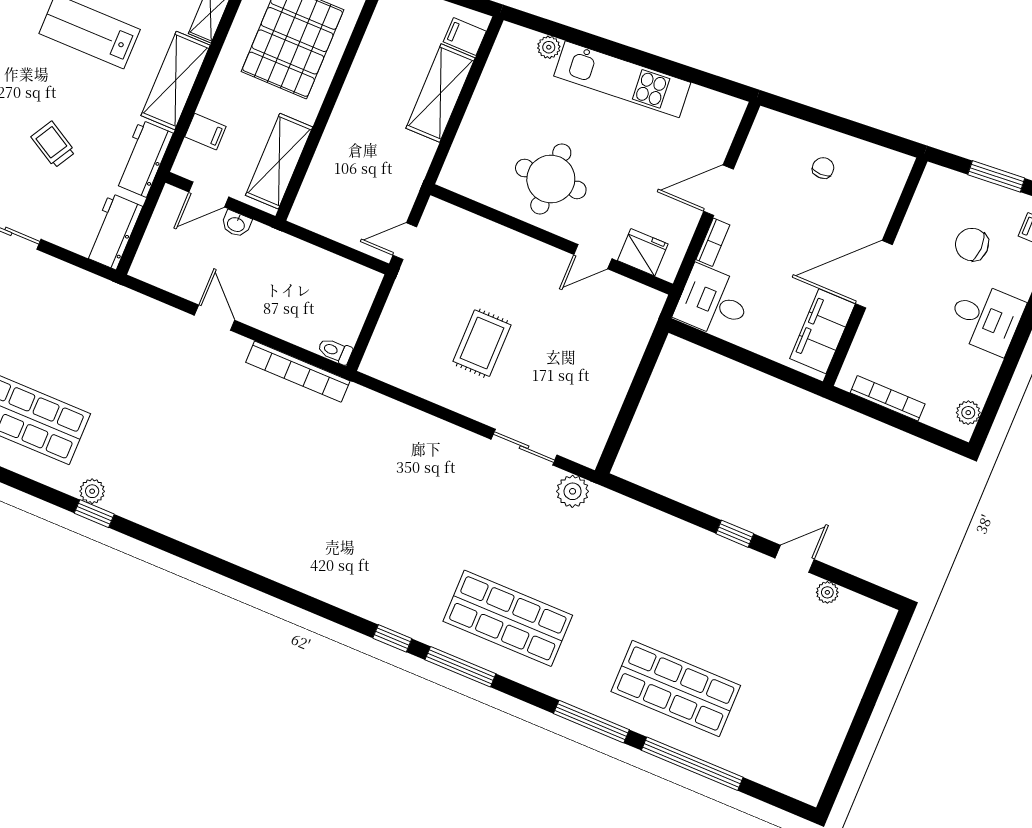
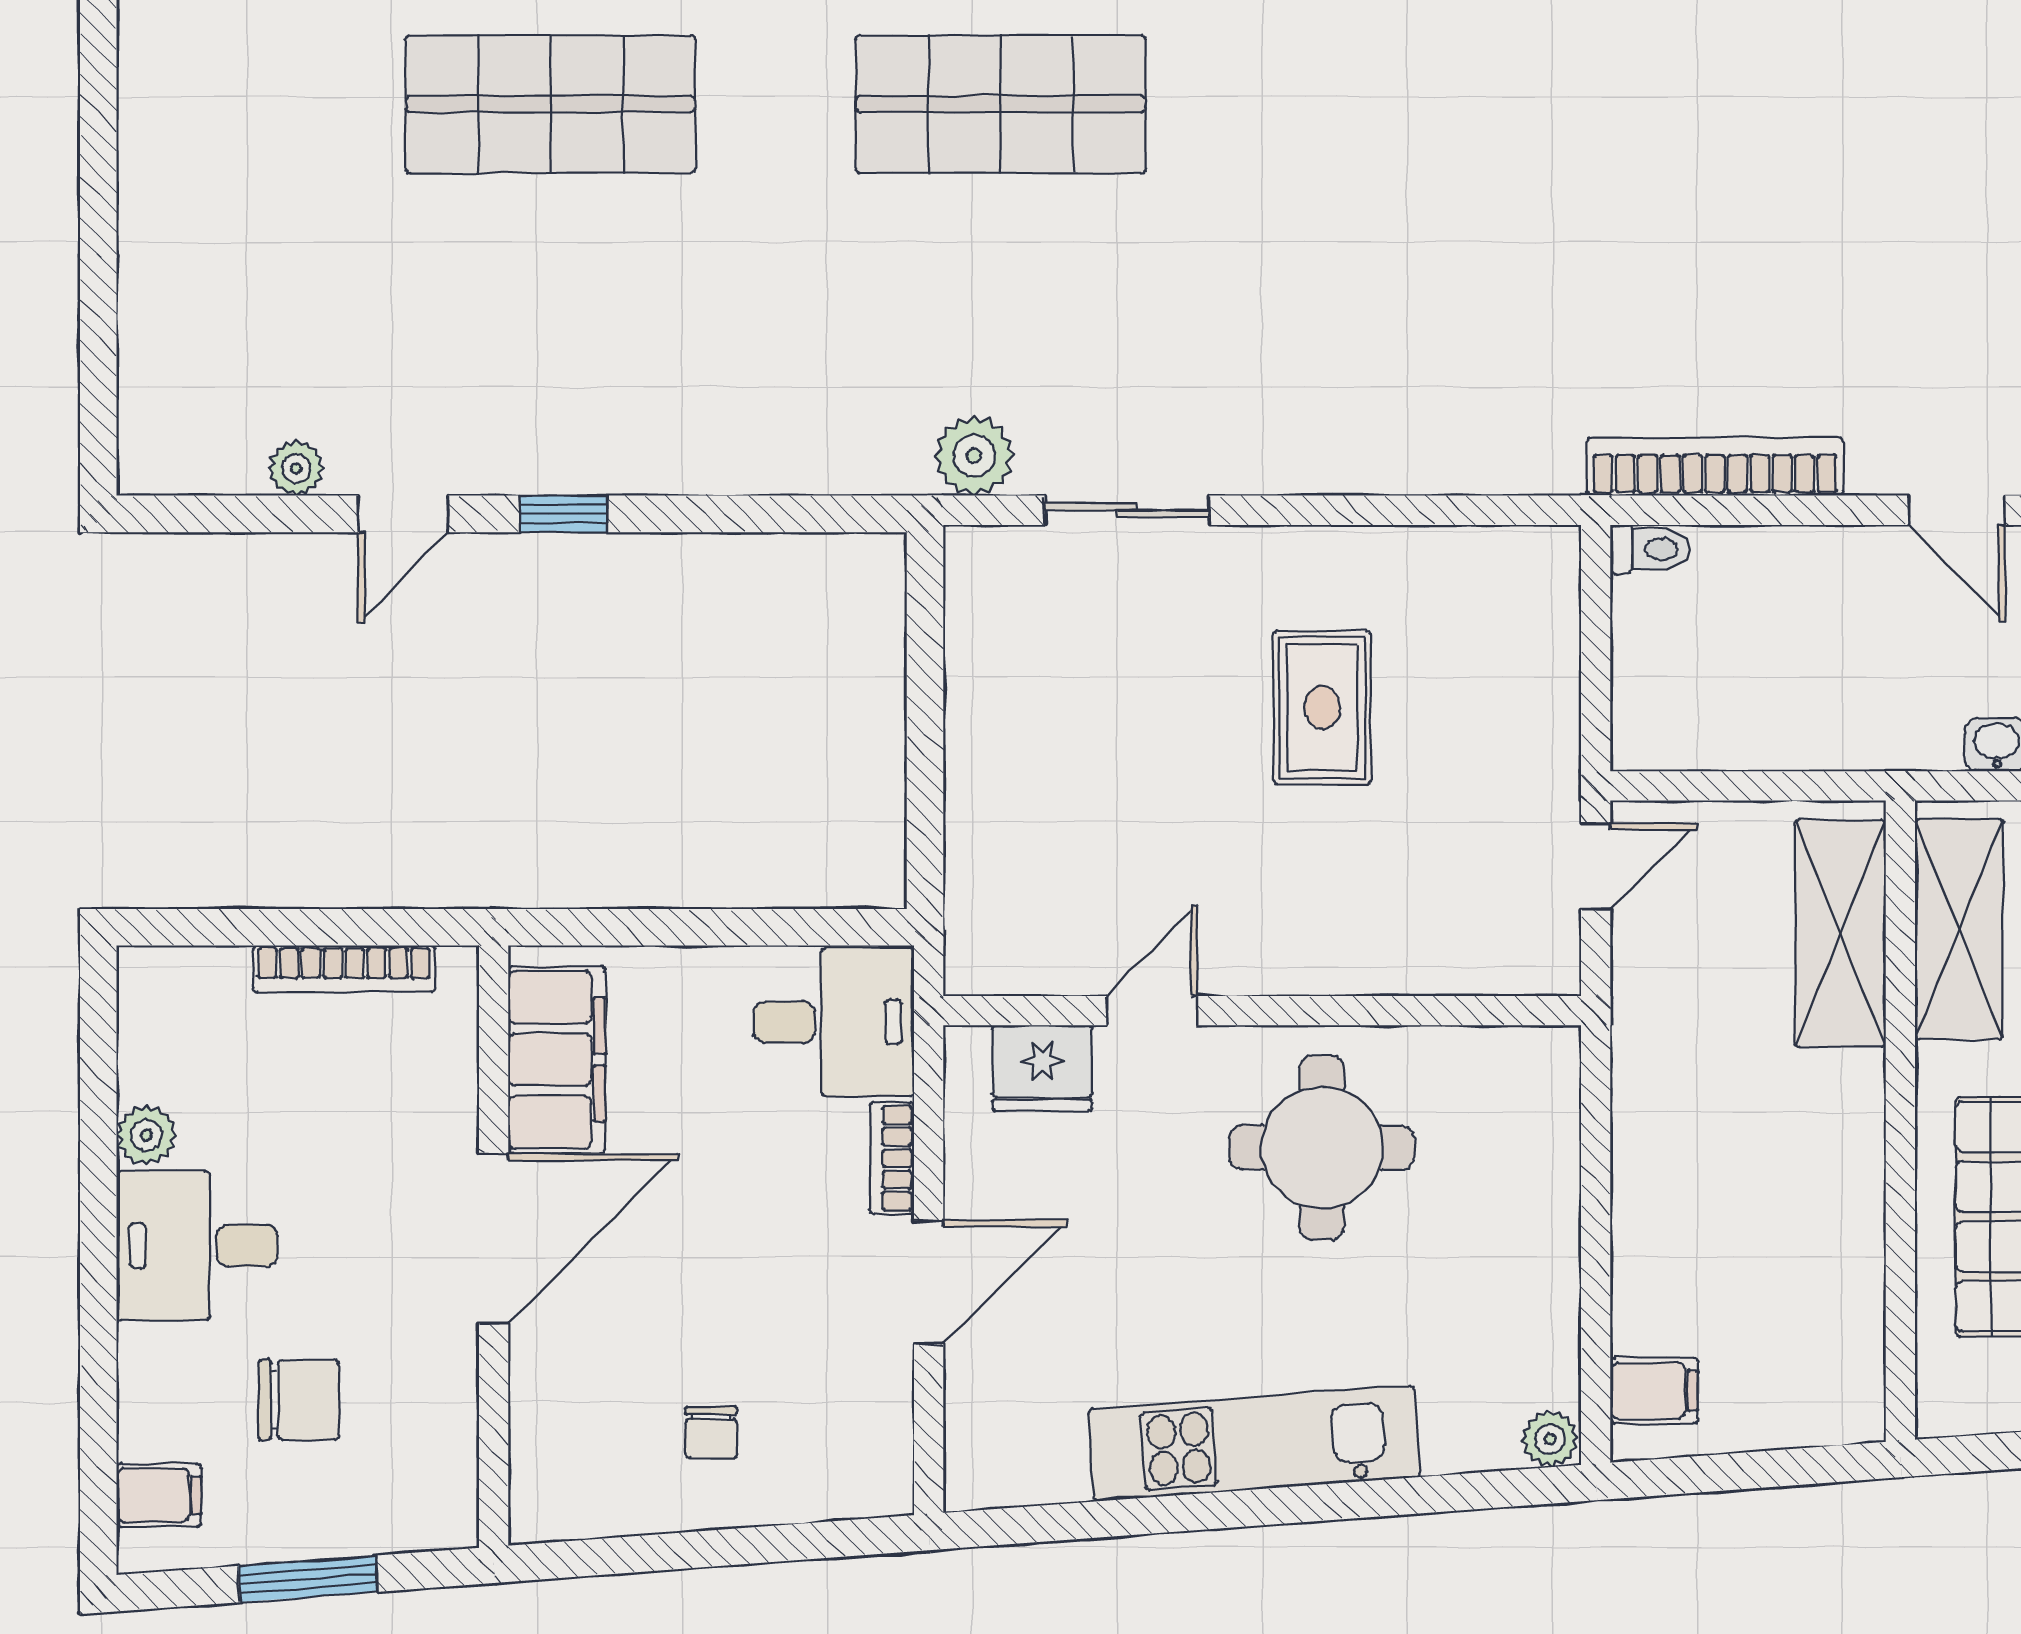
plant: (549, 47) -> (1550, 1439), moved
shelving: (440, 93) -> (1840, 933), moved
plant: (968, 413) -> (146, 1135), moved

